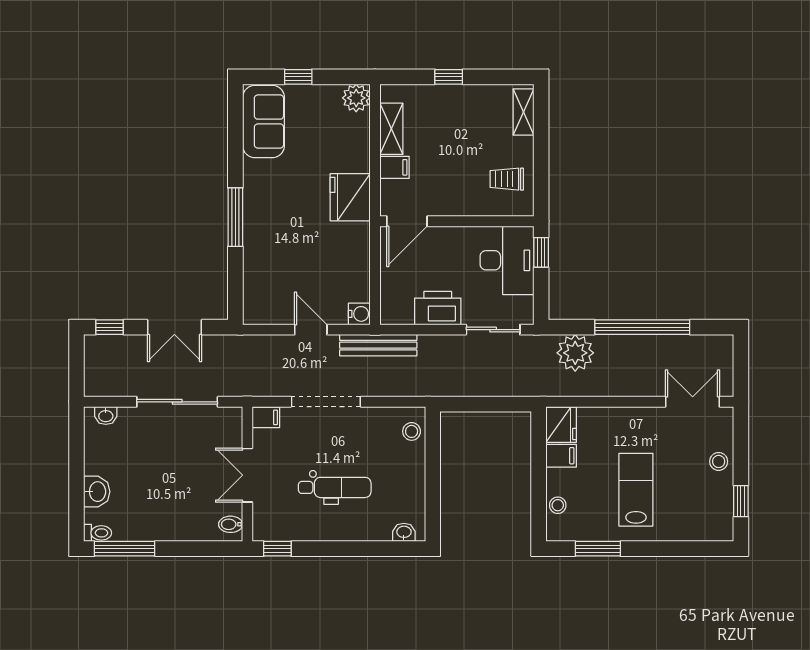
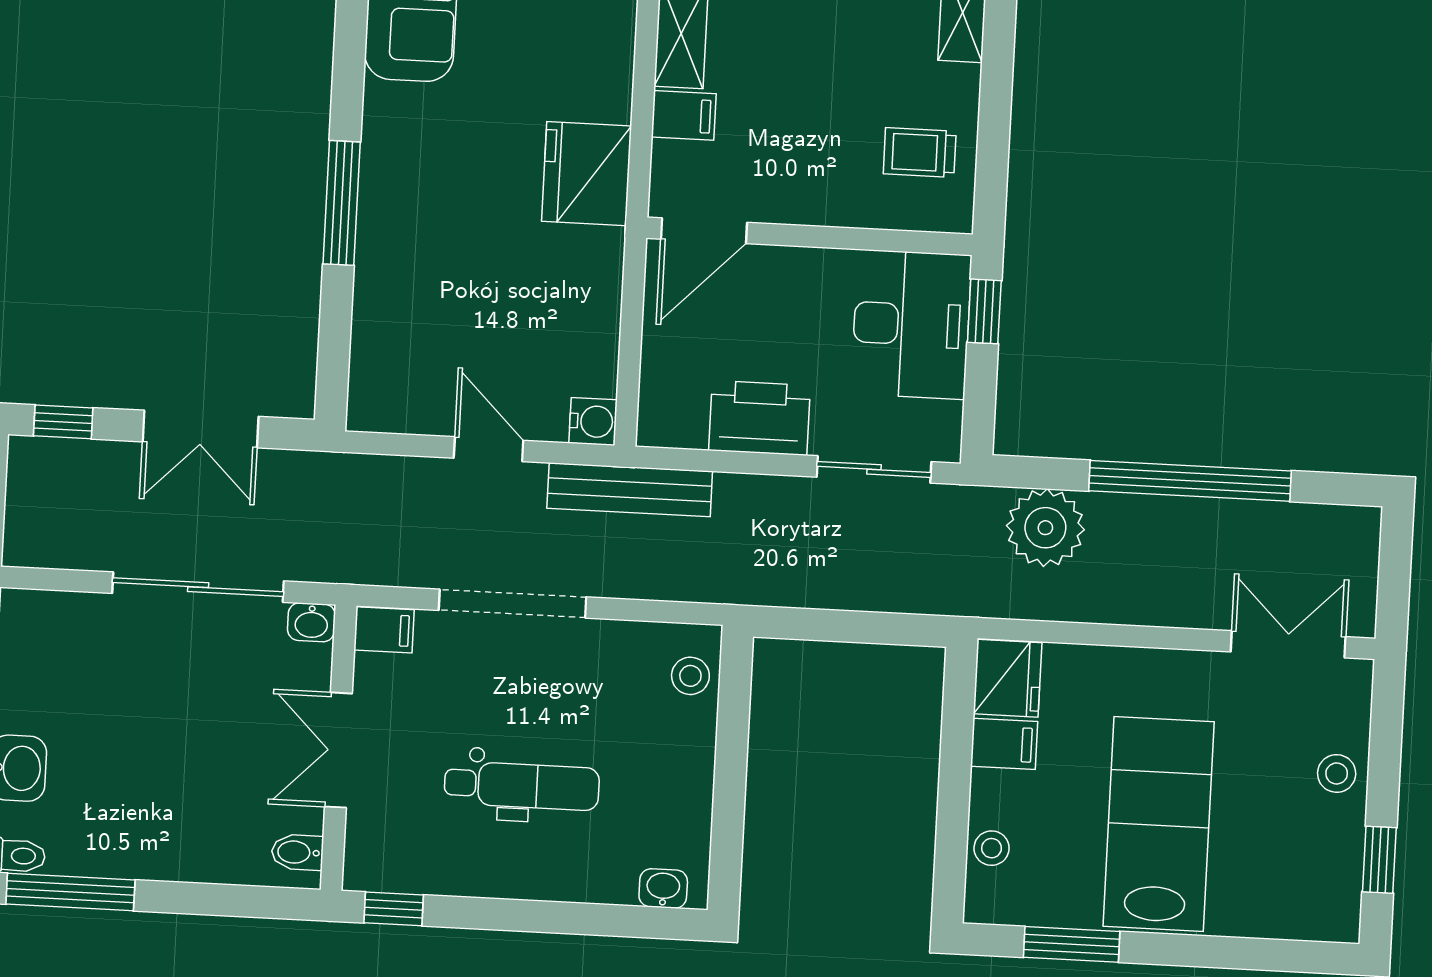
washbasin: (106, 416) -> (311, 622), moved
lab bench: (636, 490) -> (1159, 824), width x1.36, depth x1.39

